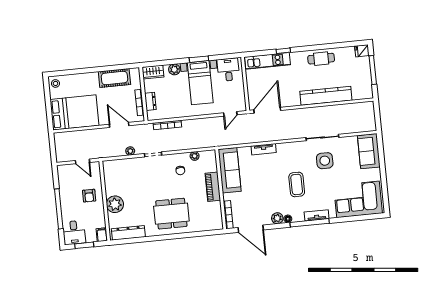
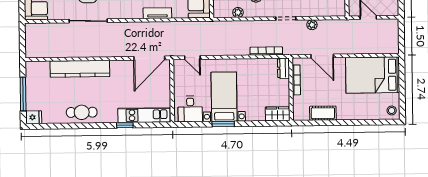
plant: (174, 69) -> (253, 115), removed
cot: (114, 78) -> (323, 113), width x0.73, depth x0.75
dresser: (150, 101) -> (283, 68), moved
door: (230, 114) -> (192, 58), swing flipped

